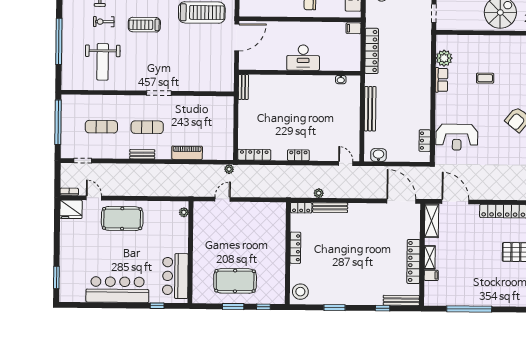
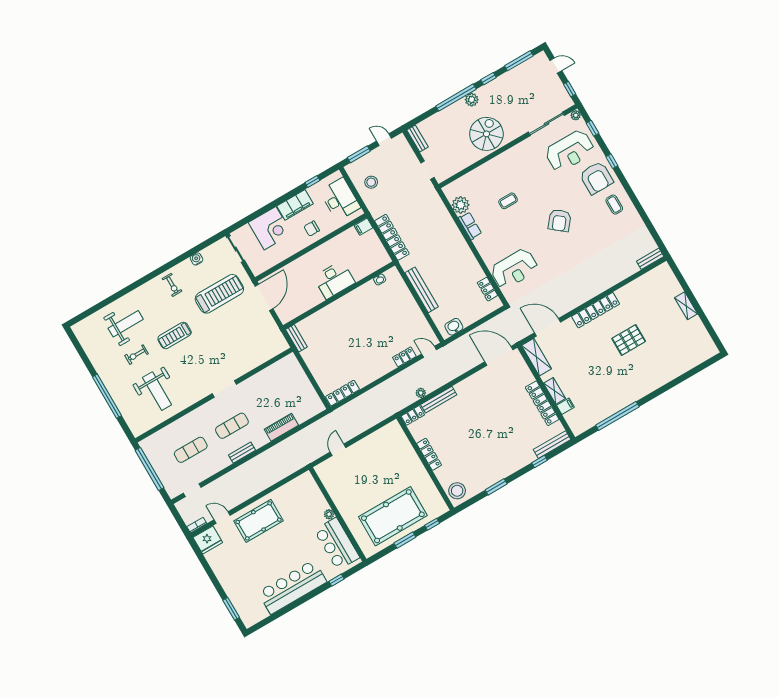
locker: (298, 155) -> (404, 357), moved
plant: (229, 169) -> (328, 419), removed
plant: (184, 212) -> (329, 514), moved
pool table: (235, 281) -> (393, 516), width x1.36, depth x1.32

